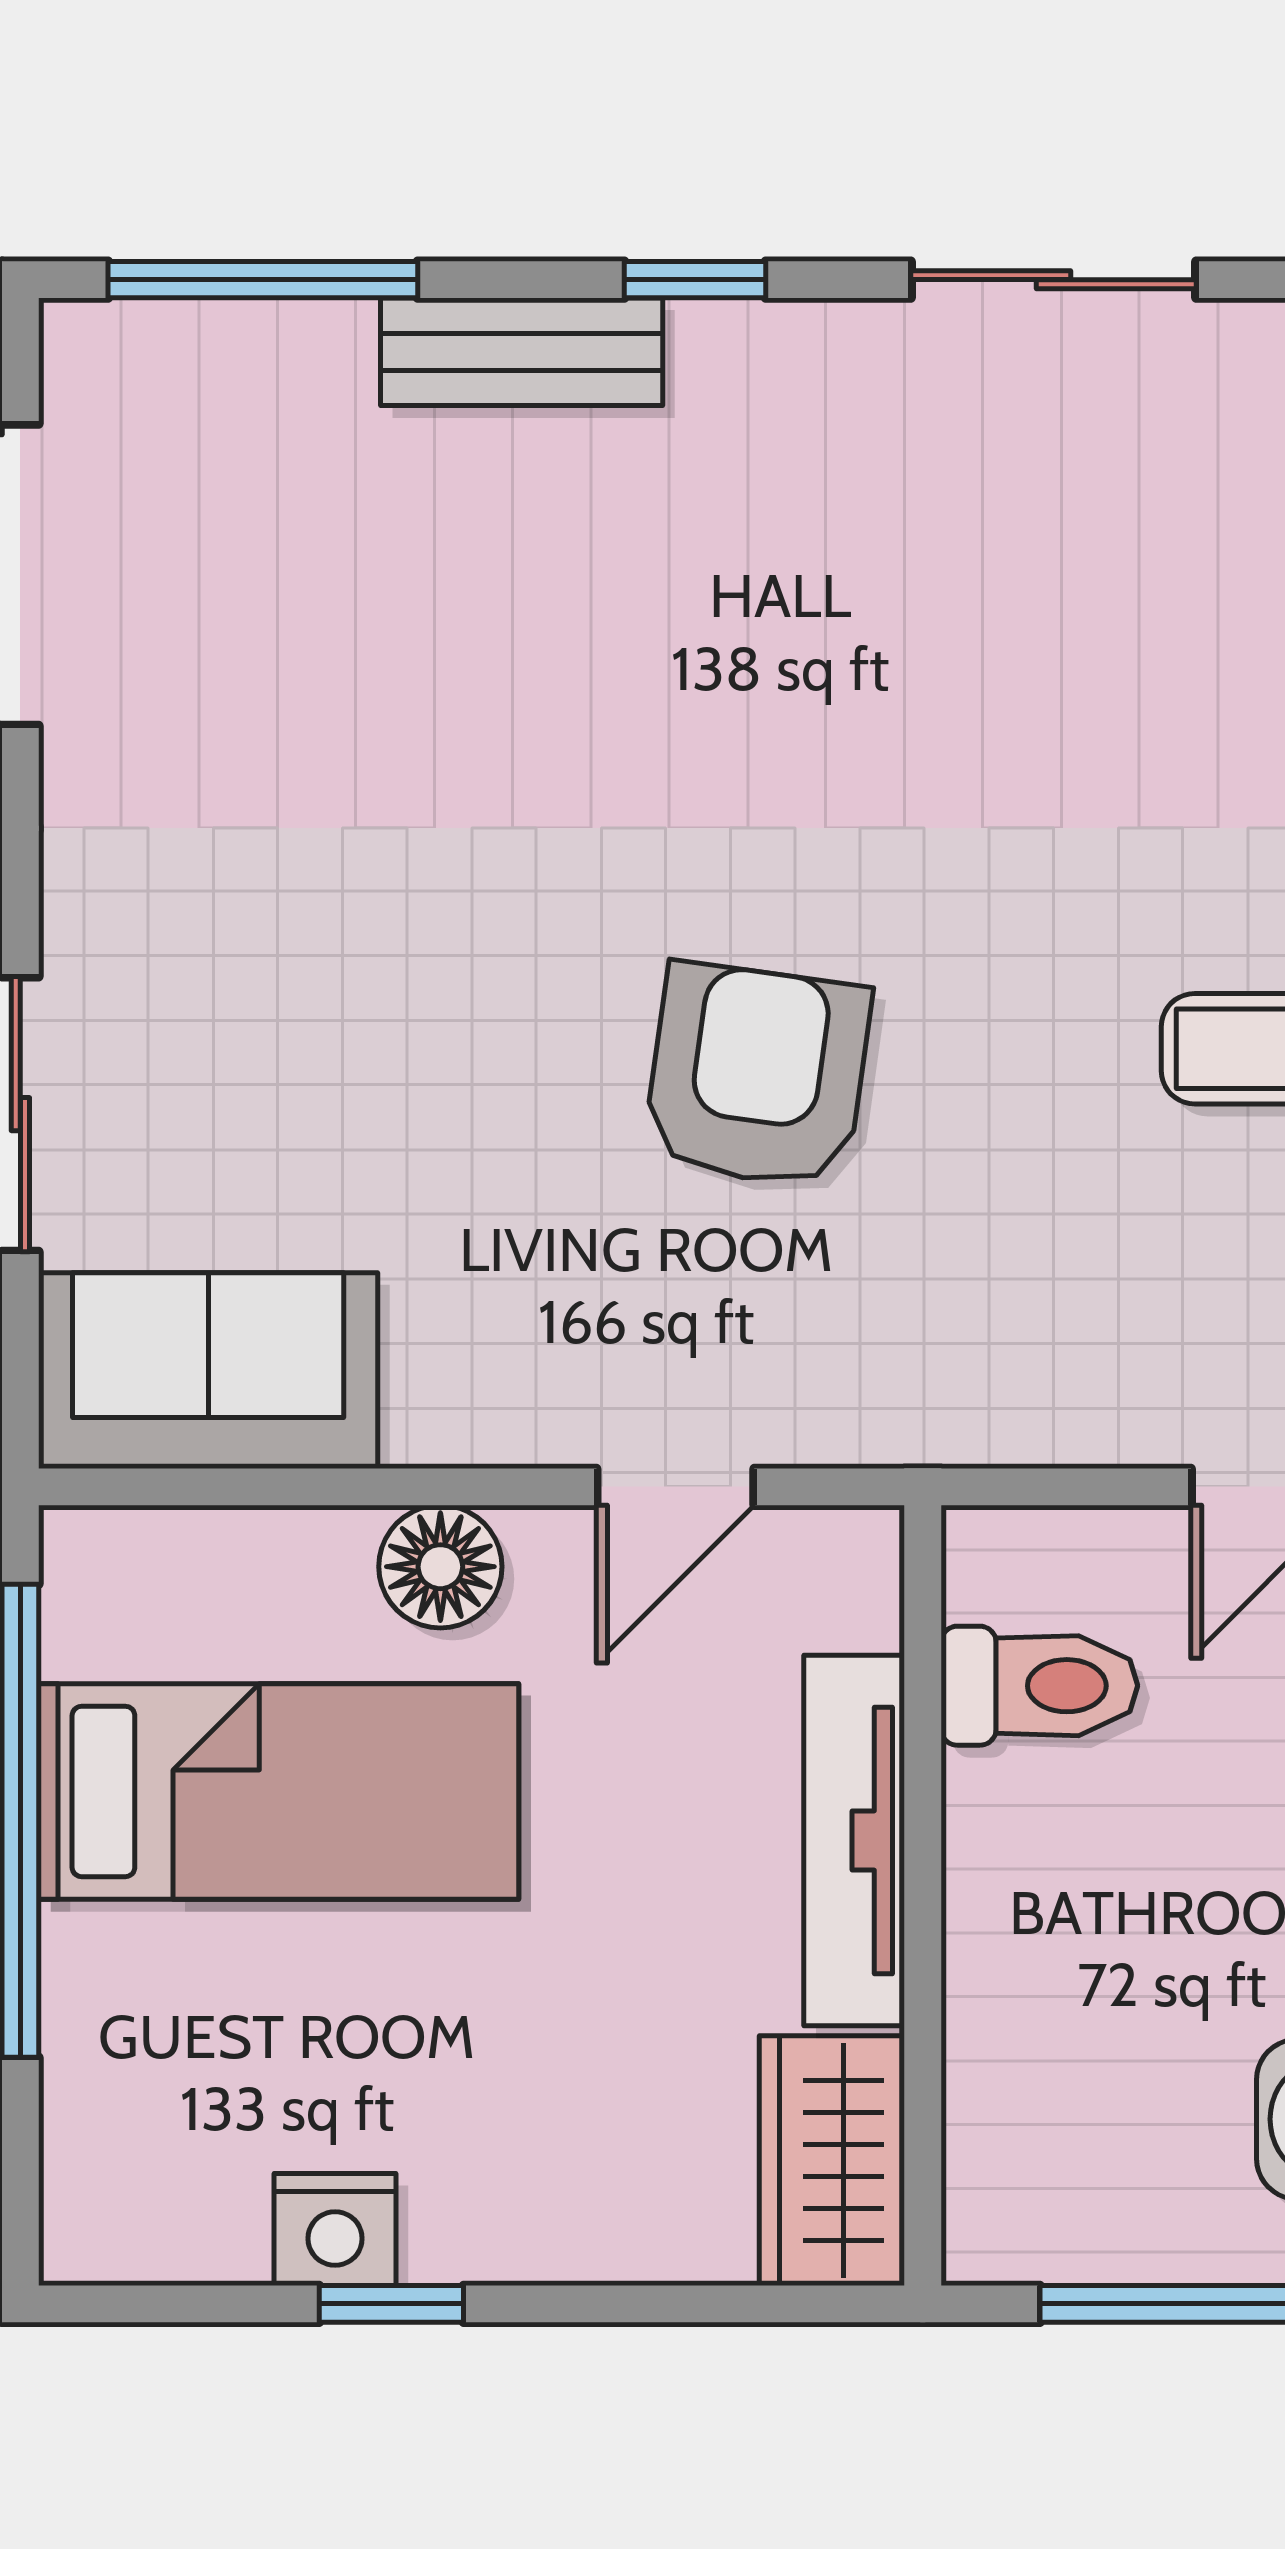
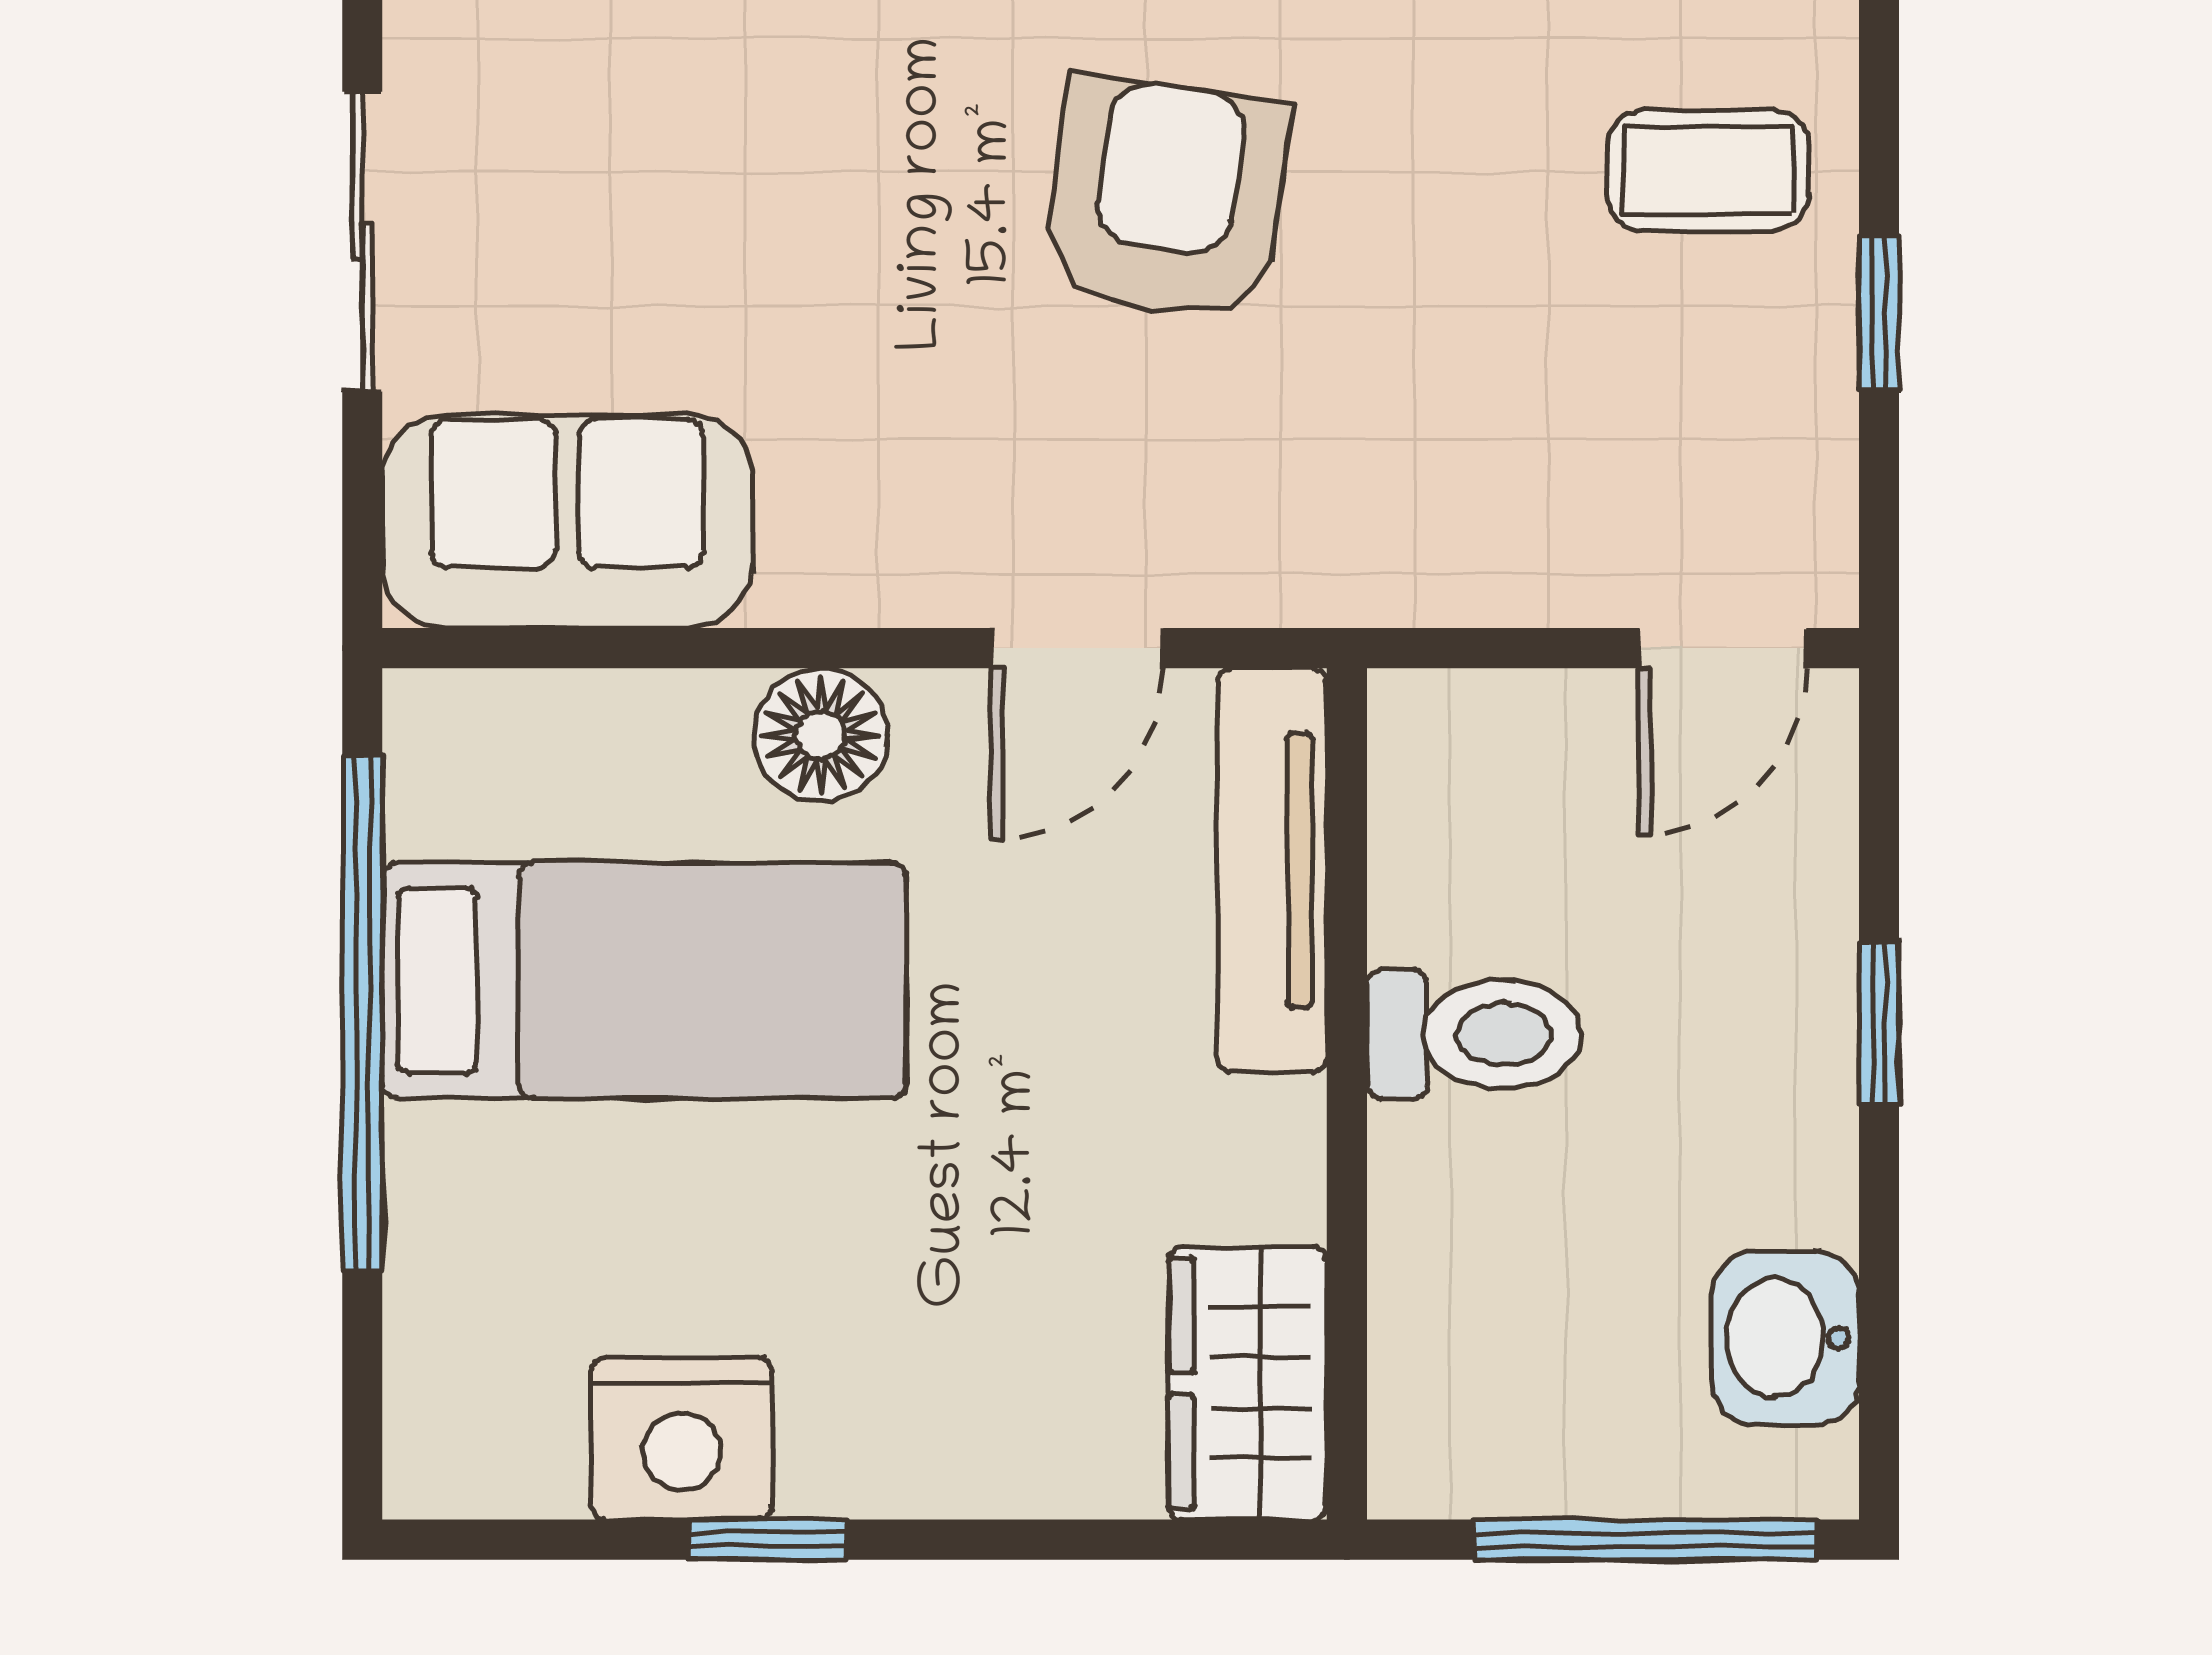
toilet: (1039, 1686) -> (1474, 1034), moved
tv unit: (854, 1840) -> (1272, 870), moved
nightstand: (335, 2230) -> (682, 1438), width x1.36, depth x1.33

